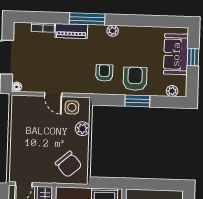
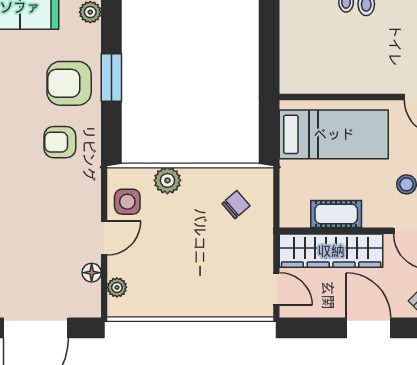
floor lamp: (17, 87) -> (92, 273), moved
plant: (27, 100) -> (117, 287), added
chair: (69, 164) -> (236, 205), width x0.54, depth x0.54

